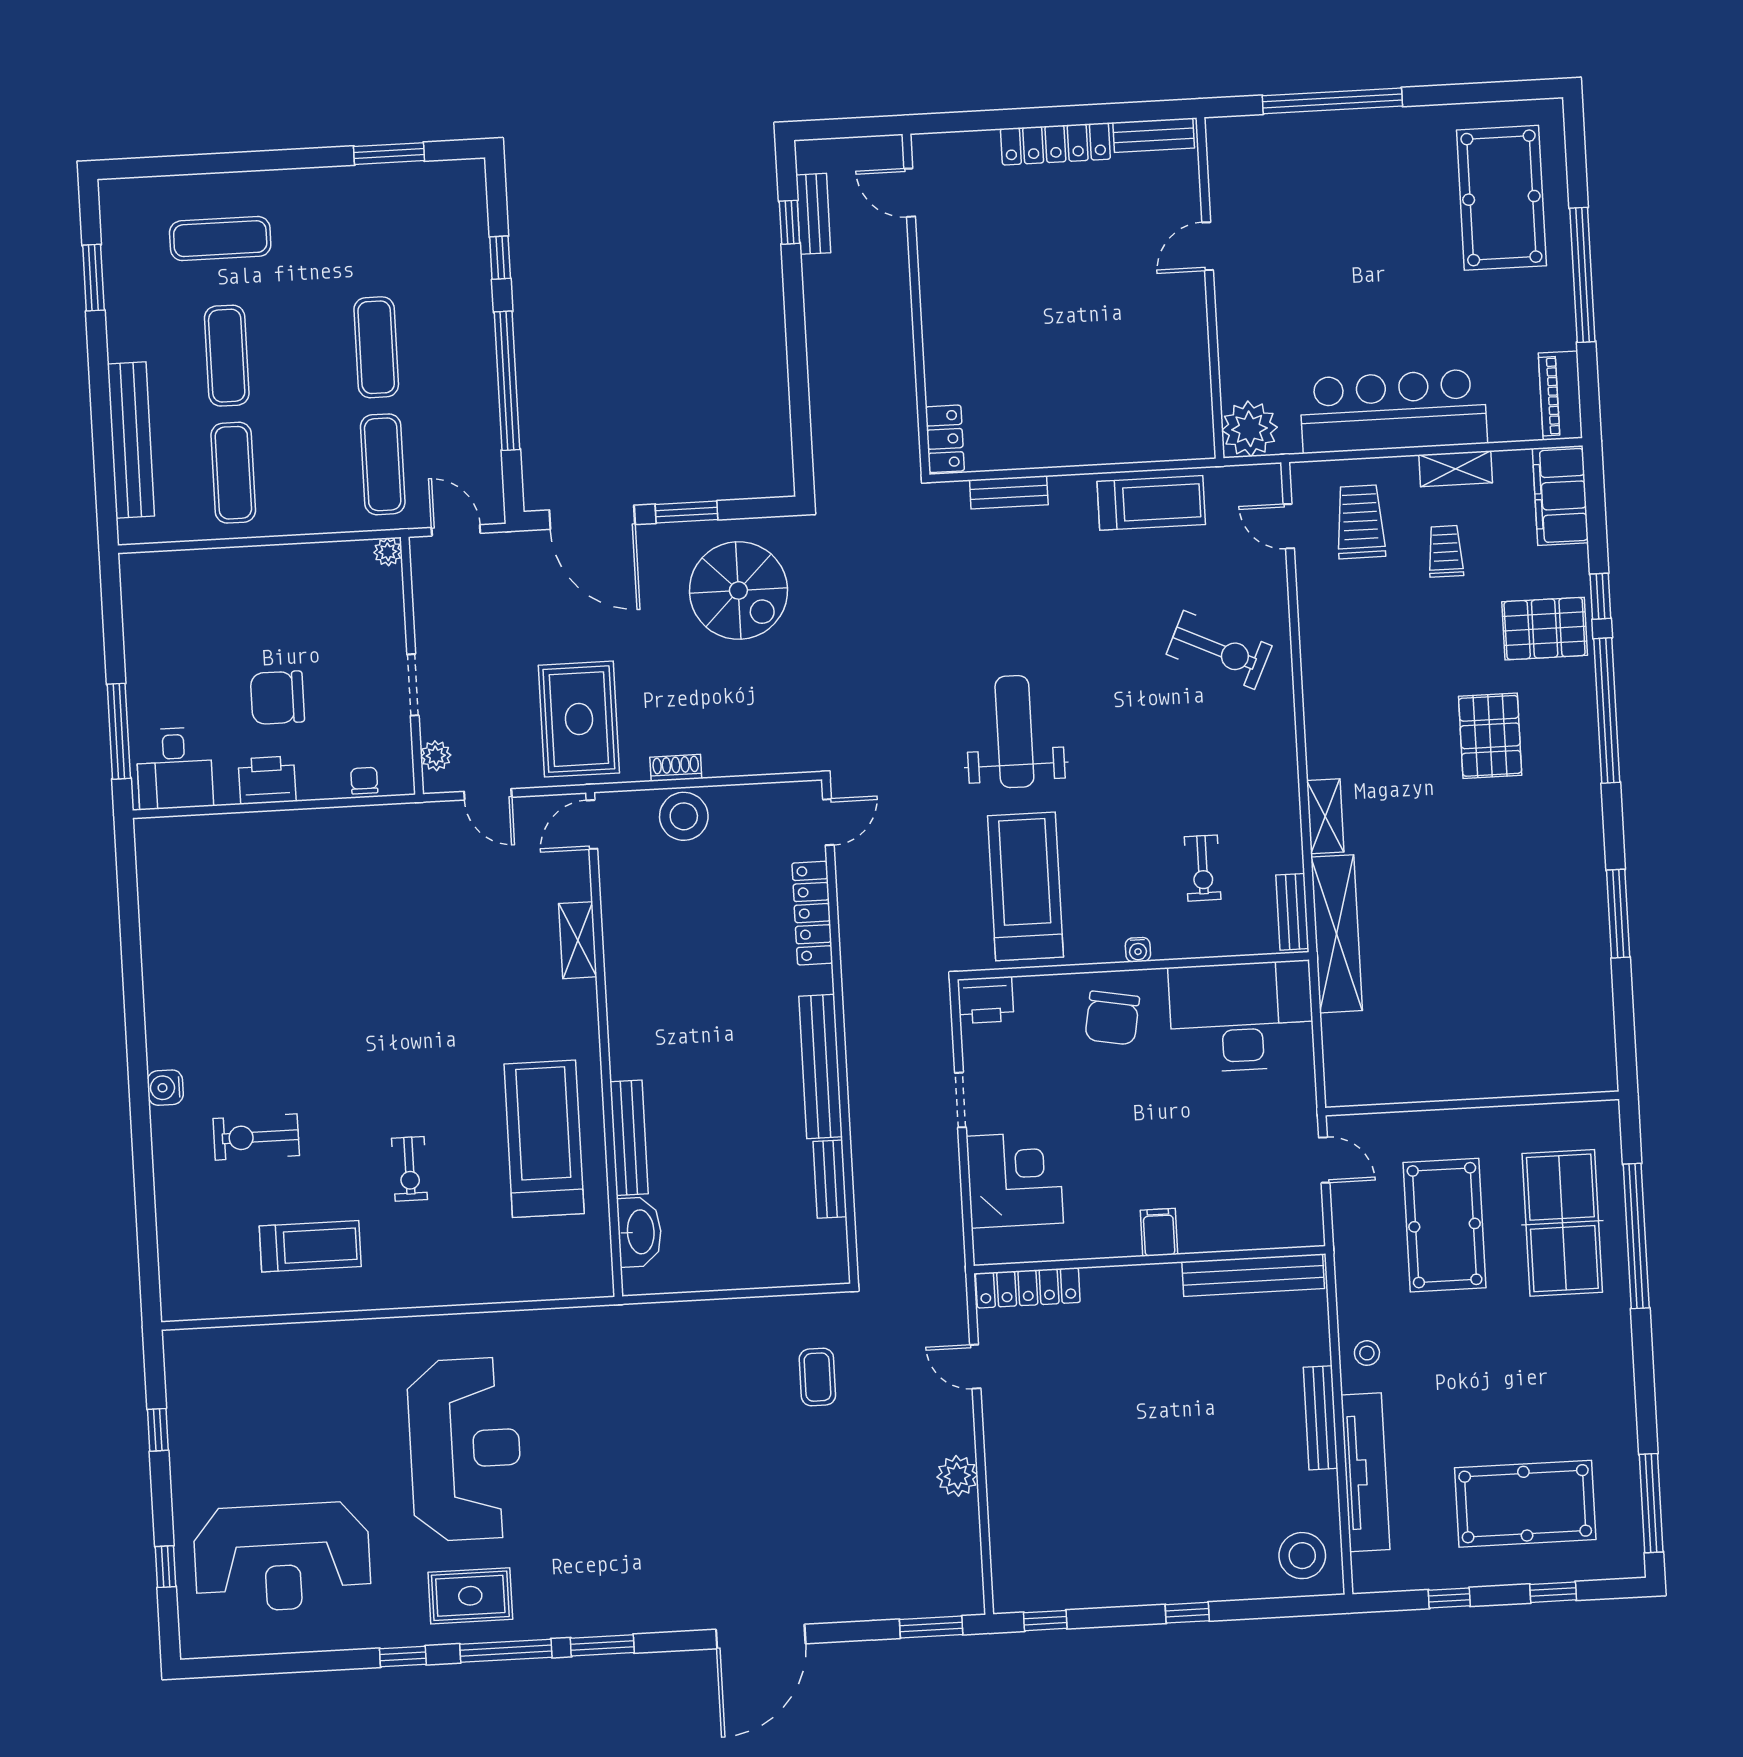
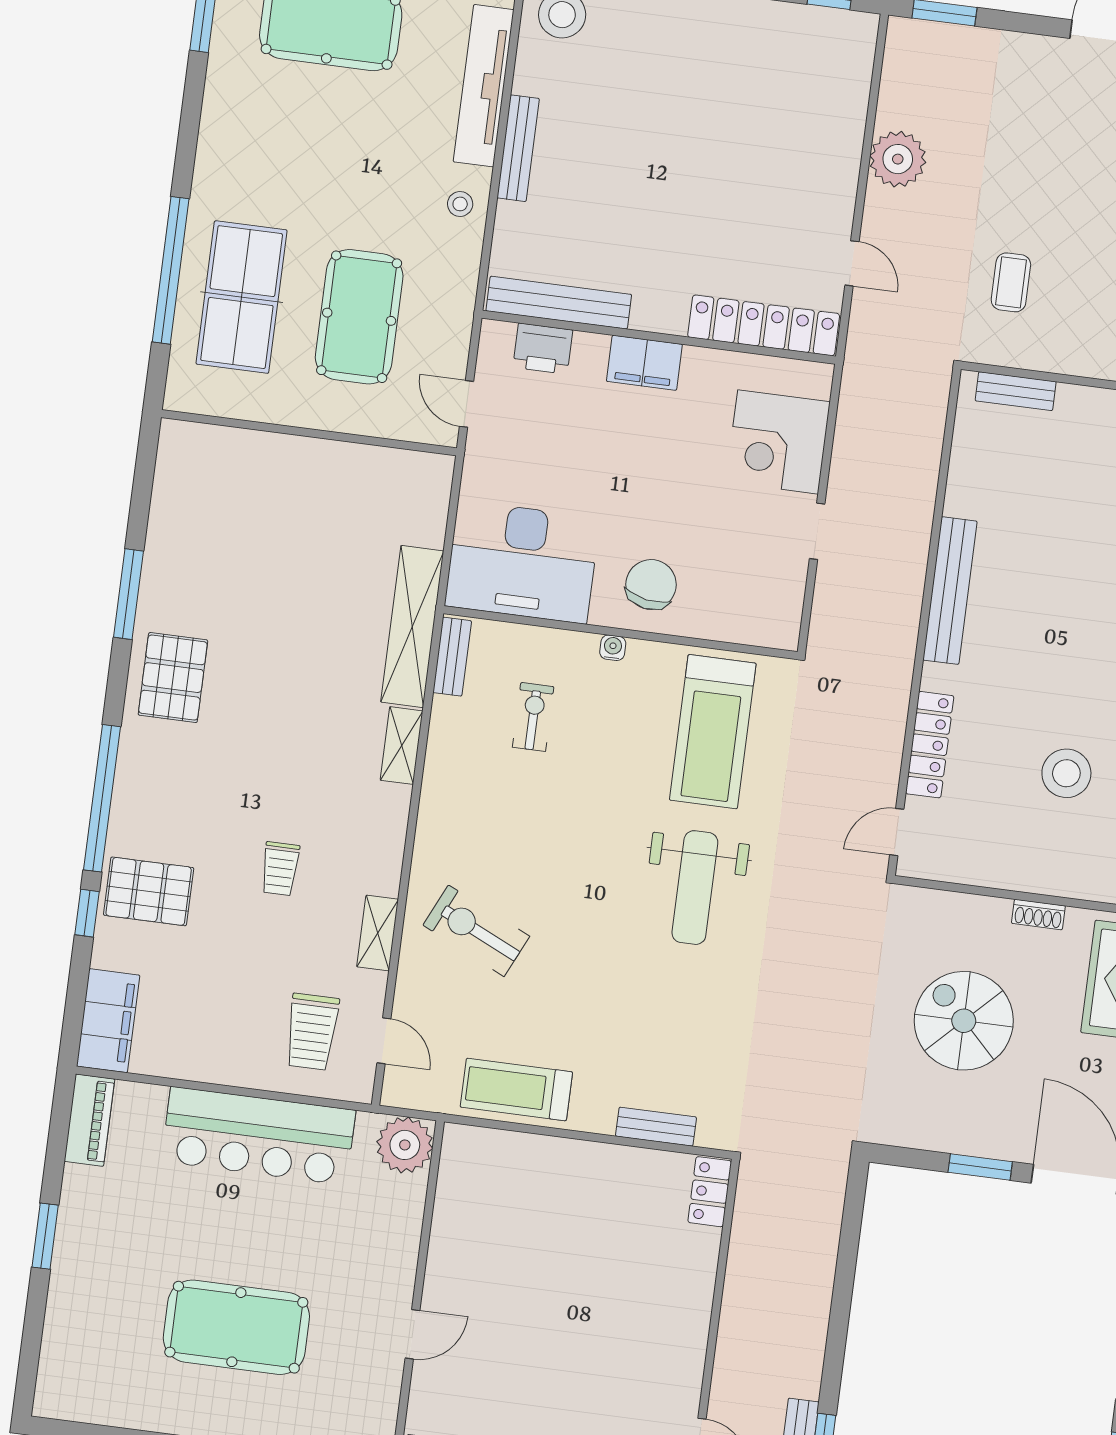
pool table: (1501, 198) -> (236, 1327), moved, turned 90
window: (1582, 275) -> (45, 1236), width x0.47
shelving: (1456, 469) -> (378, 933), moved, turned 90
trolley: (1445, 551) -> (280, 869), moved
spiral stairs: (738, 590) -> (964, 1021), moved
pallet: (1490, 736) -> (173, 678), moved
stool: (684, 816) -> (1066, 773), moved
printer: (986, 1000) -> (543, 349), moved, turned 180
bench: (830, 1179) -> (1016, 391), moved, turned 90
filing cabinet: (1159, 1232) -> (644, 363), width x2.00
locker: (1028, 1288) -> (764, 325), width x1.41, depth x1.21
plant: (957, 1476) -> (898, 159), width x1.36, depth x1.36

